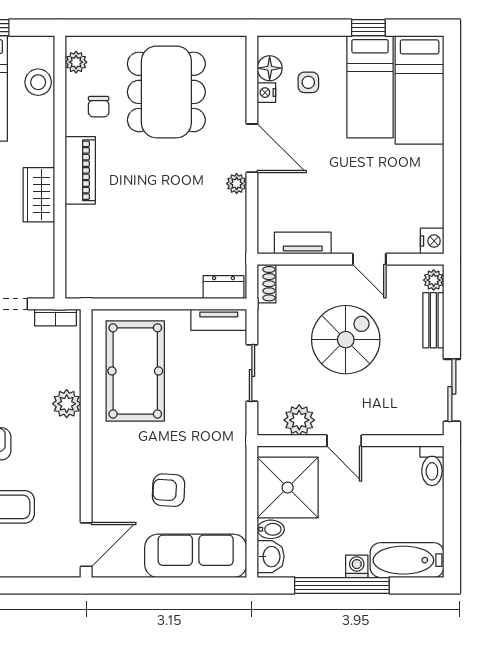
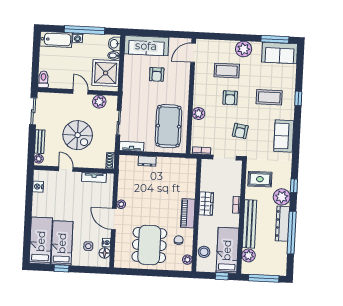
nightstand: (432, 241) -> (38, 187), moved
dresser: (224, 287) -> (147, 161), moved
spiral stairs: (346, 340) -> (78, 135), turned -90
armchair: (169, 490) -> (157, 74), turned 87

